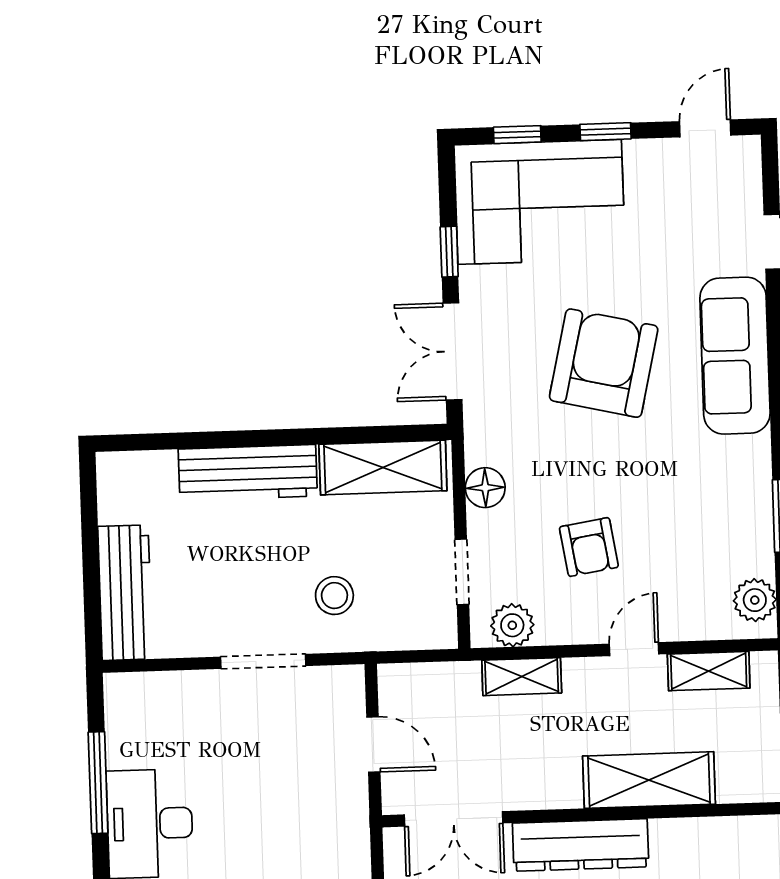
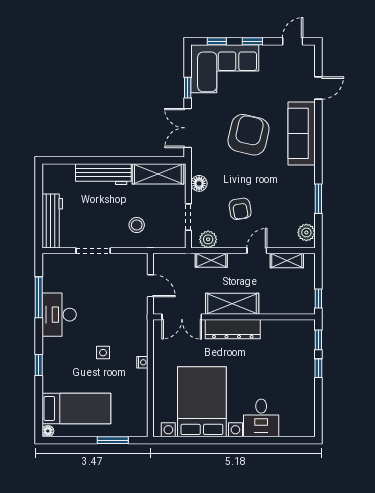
doorway: (263, 661) -> (93, 251), moved
shelving: (649, 780) -> (232, 304), moved

